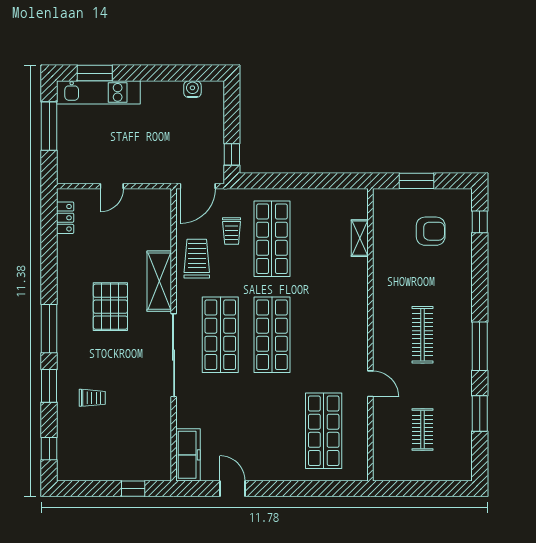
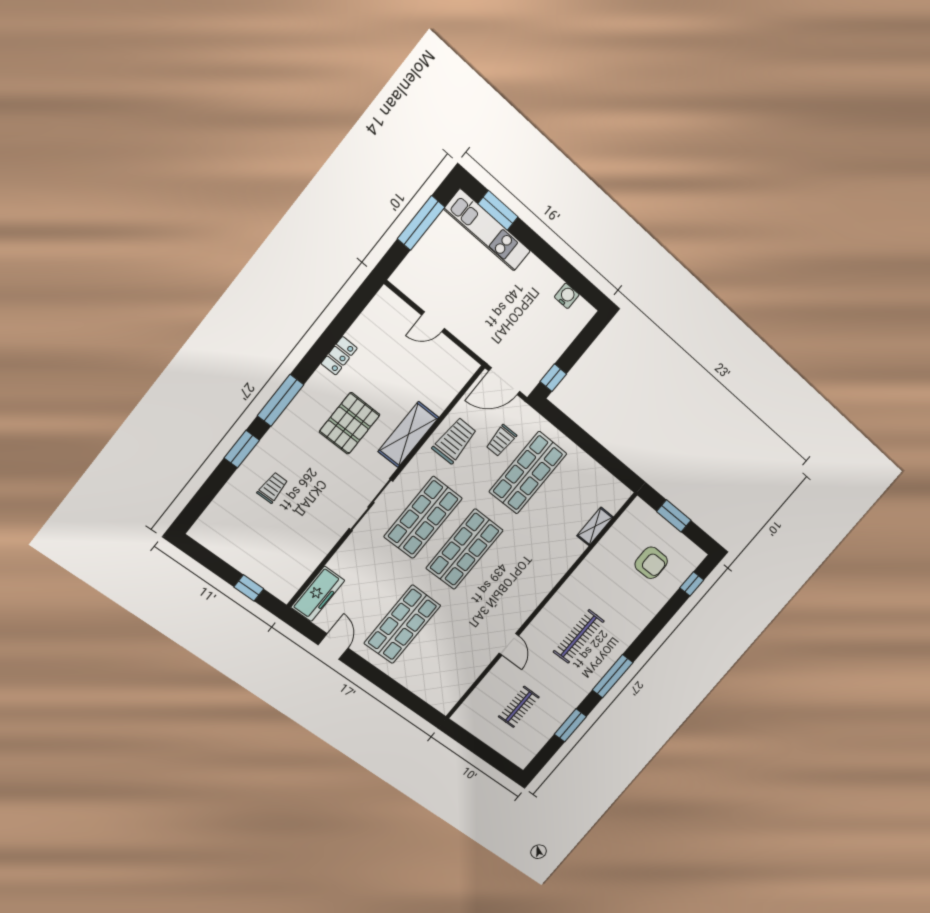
locker: (65, 218) -> (339, 356), moved
sliding door: (174, 355) -> (371, 505), width x0.73
trolley: (92, 398) -> (272, 488), turned -90
shop shelf: (324, 431) -> (402, 624), moved
window: (49, 449) -> (200, 502), removed

